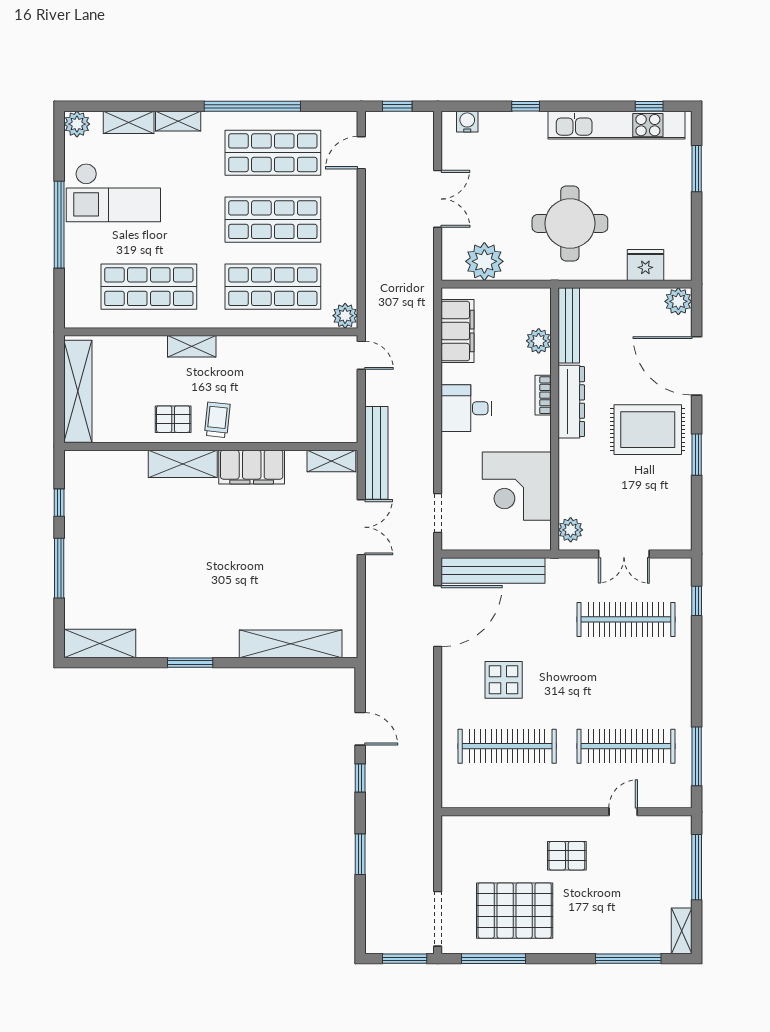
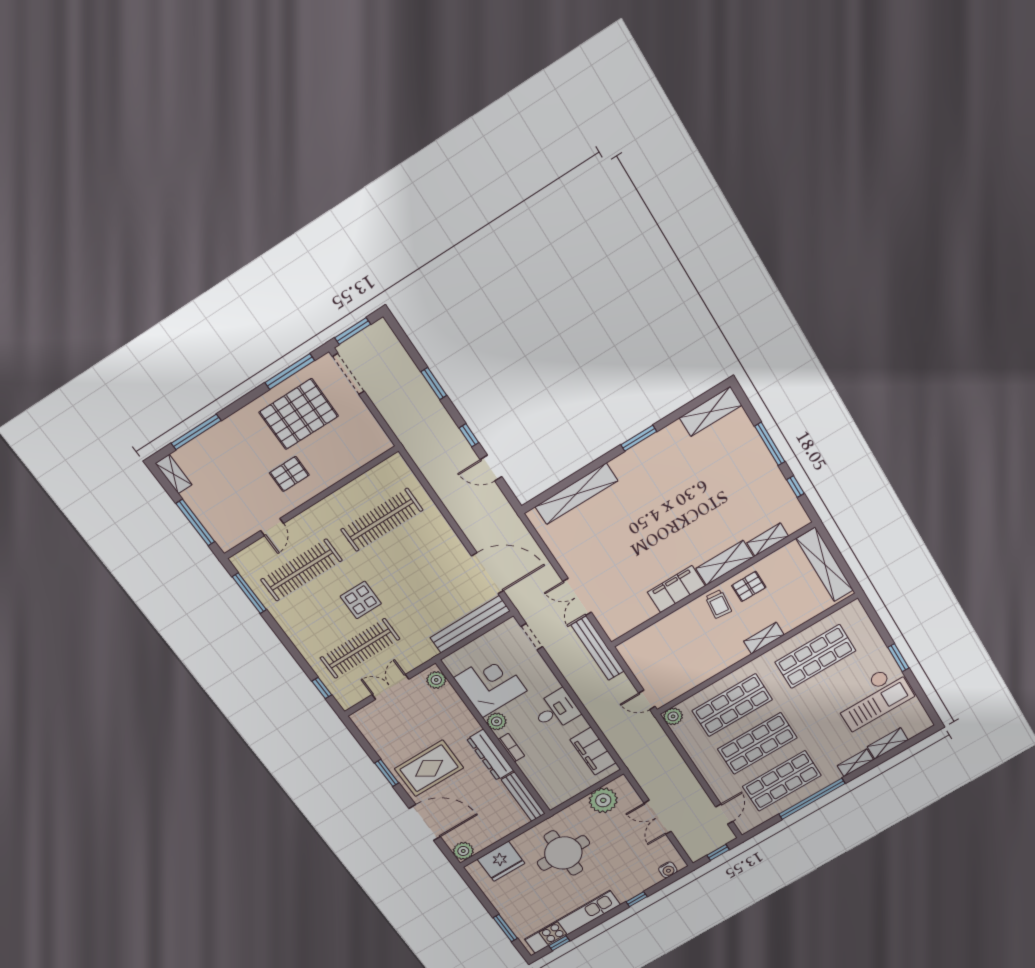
plant: (77, 124) -> (922, 723), removed
checkout: (113, 193) -> (873, 697), turned 180
window: (59, 225) -> (898, 658), width x0.47
fridge: (645, 265) -> (501, 861), width x1.36, depth x1.34
plant: (539, 341) -> (497, 721), moved
shelving: (331, 461) -> (768, 540), moved
door: (438, 616) -> (487, 573), swing flipped
display table: (504, 680) -> (361, 600), moved

